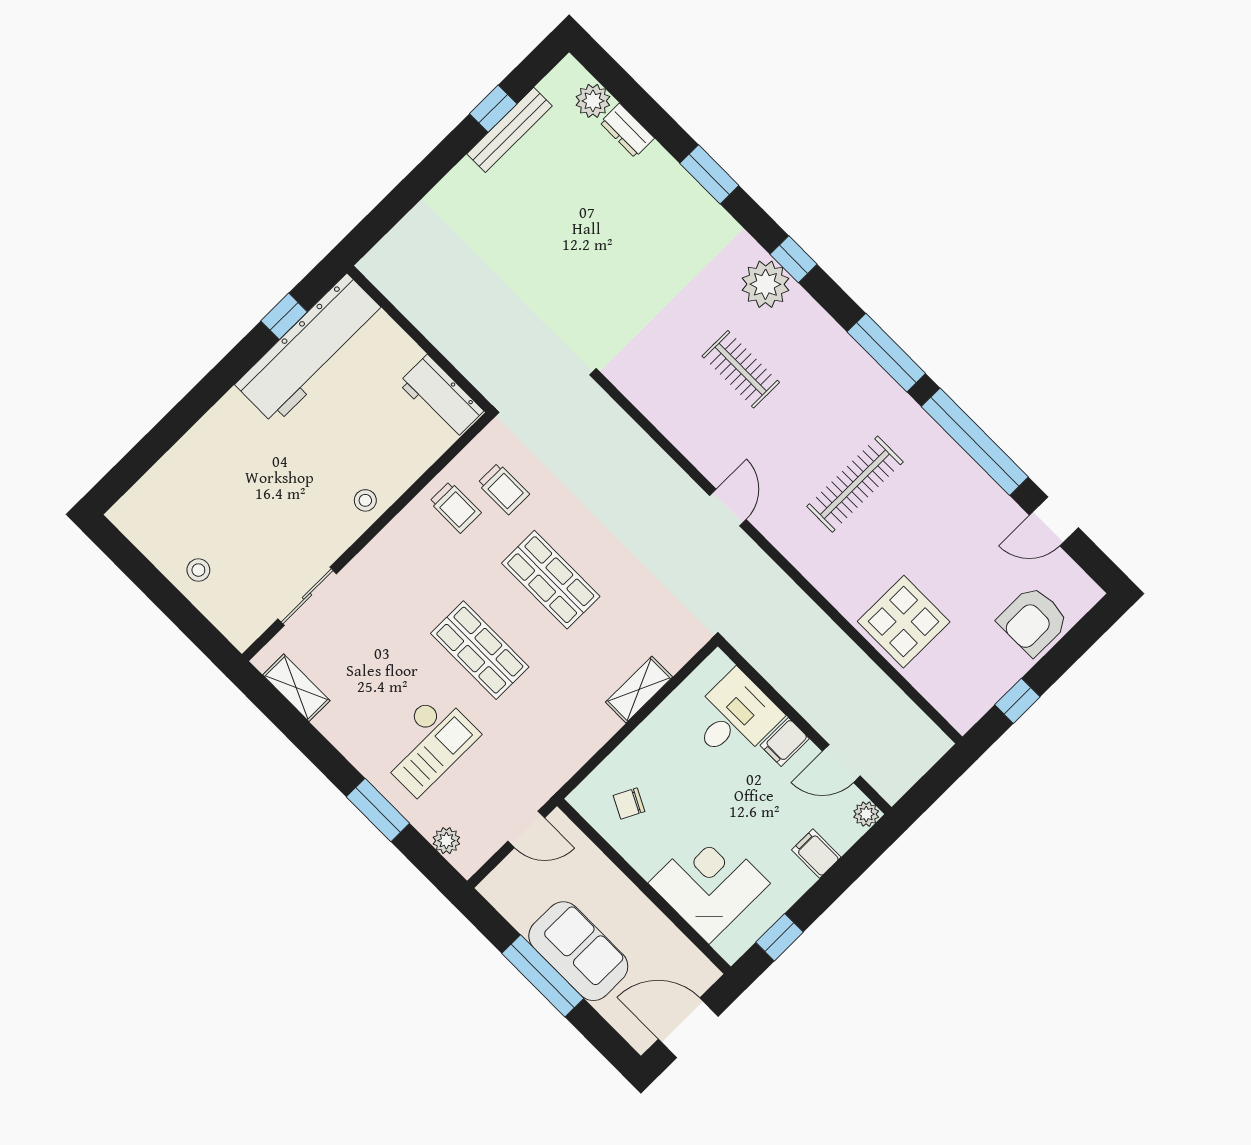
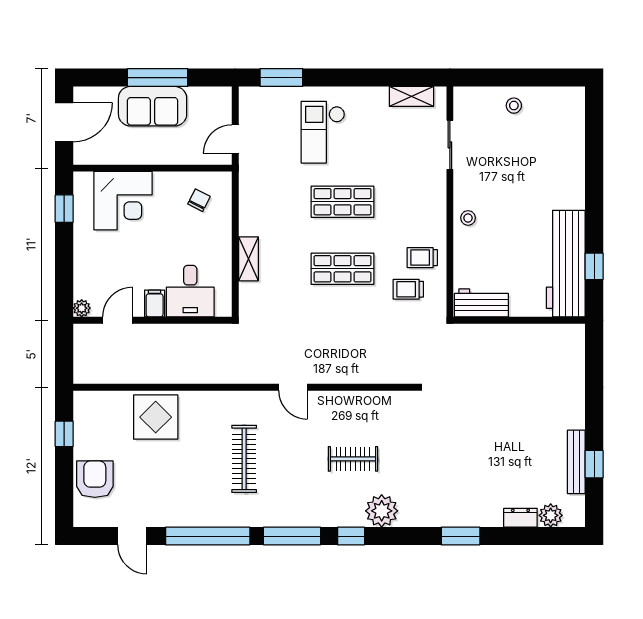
window: (794, 259) -> (351, 536), moved
door: (1054, 521) -> (132, 536), swing flipped
window: (378, 810) -> (281, 78), moved
plant: (446, 841) -> (268, 96), removed
filing cabinet: (816, 854) -> (86, 266), removed

